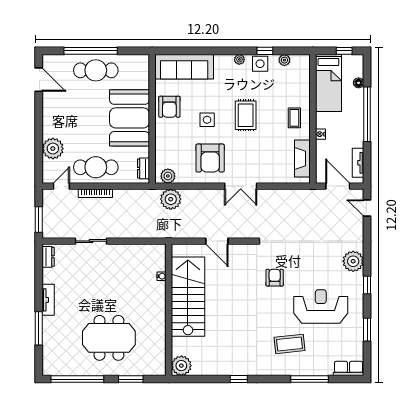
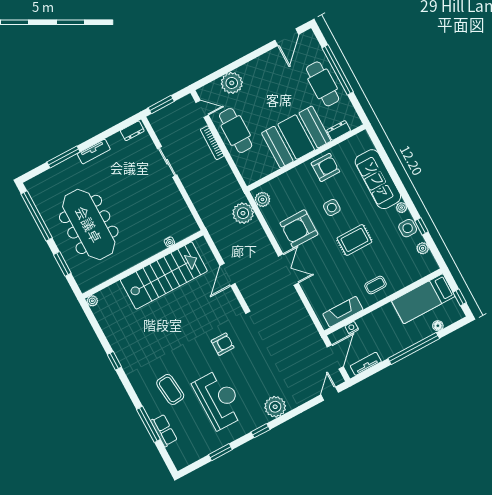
sofa: (184, 67) -> (378, 179), moved
armchair: (169, 107) -> (325, 167), turned 180
nightstand: (320, 134) -> (352, 328), moved
dresser: (143, 168) -> (339, 130), moved
double door: (241, 186) -> (288, 270), swing flipped
meeting table: (109, 338) -> (89, 224), width x1.36
plant: (181, 366) -> (92, 301), width x0.53, depth x0.53
row of seats: (349, 368) -> (164, 430), moved

